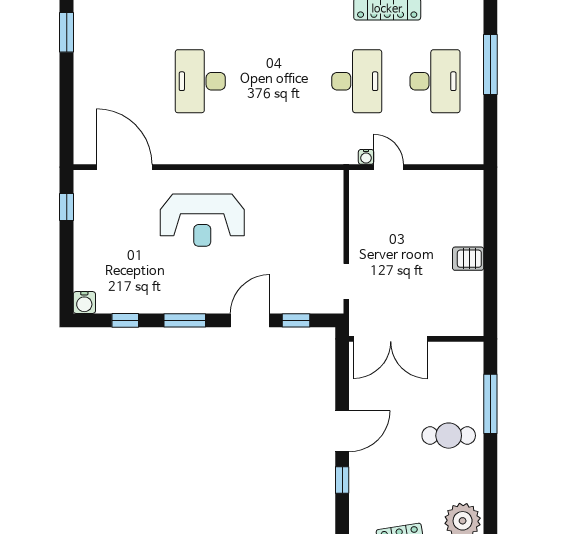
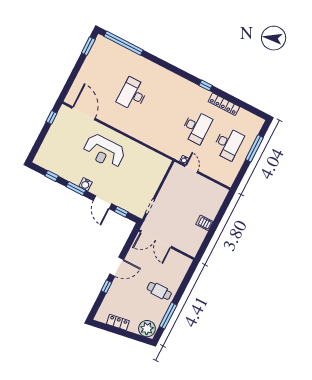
water cooler: (84, 303) -> (86, 184), moved
door: (250, 320) -> (102, 202), swing flipped
window: (490, 404) -> (168, 316), moved

